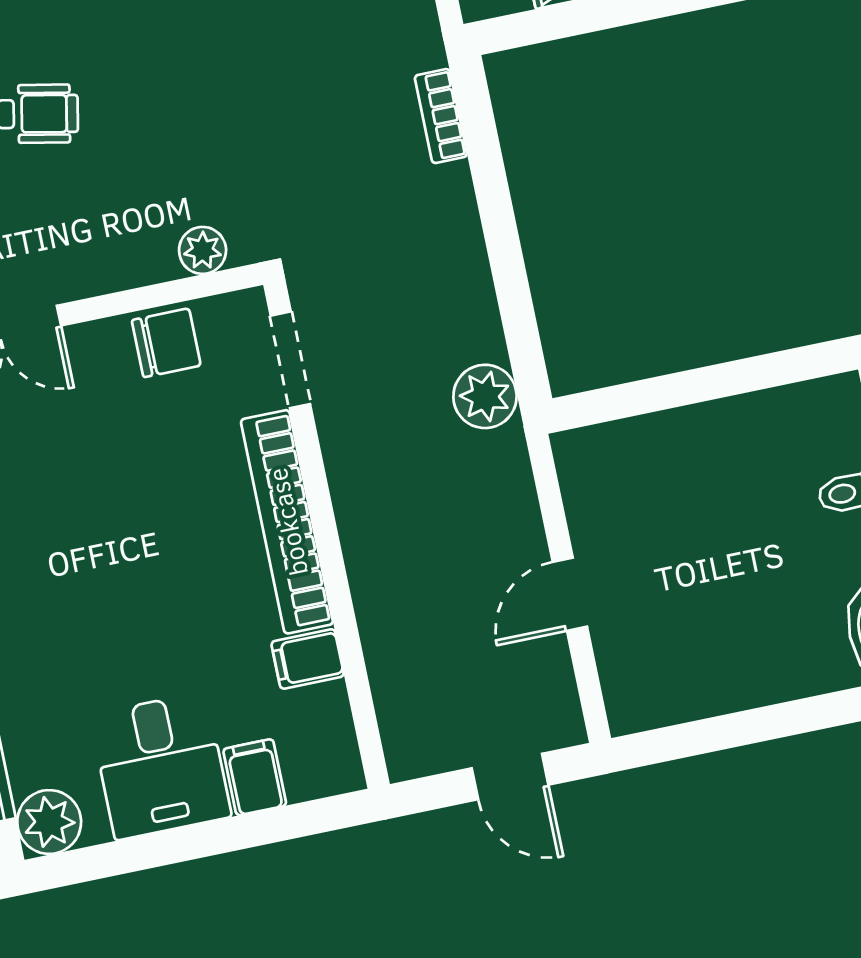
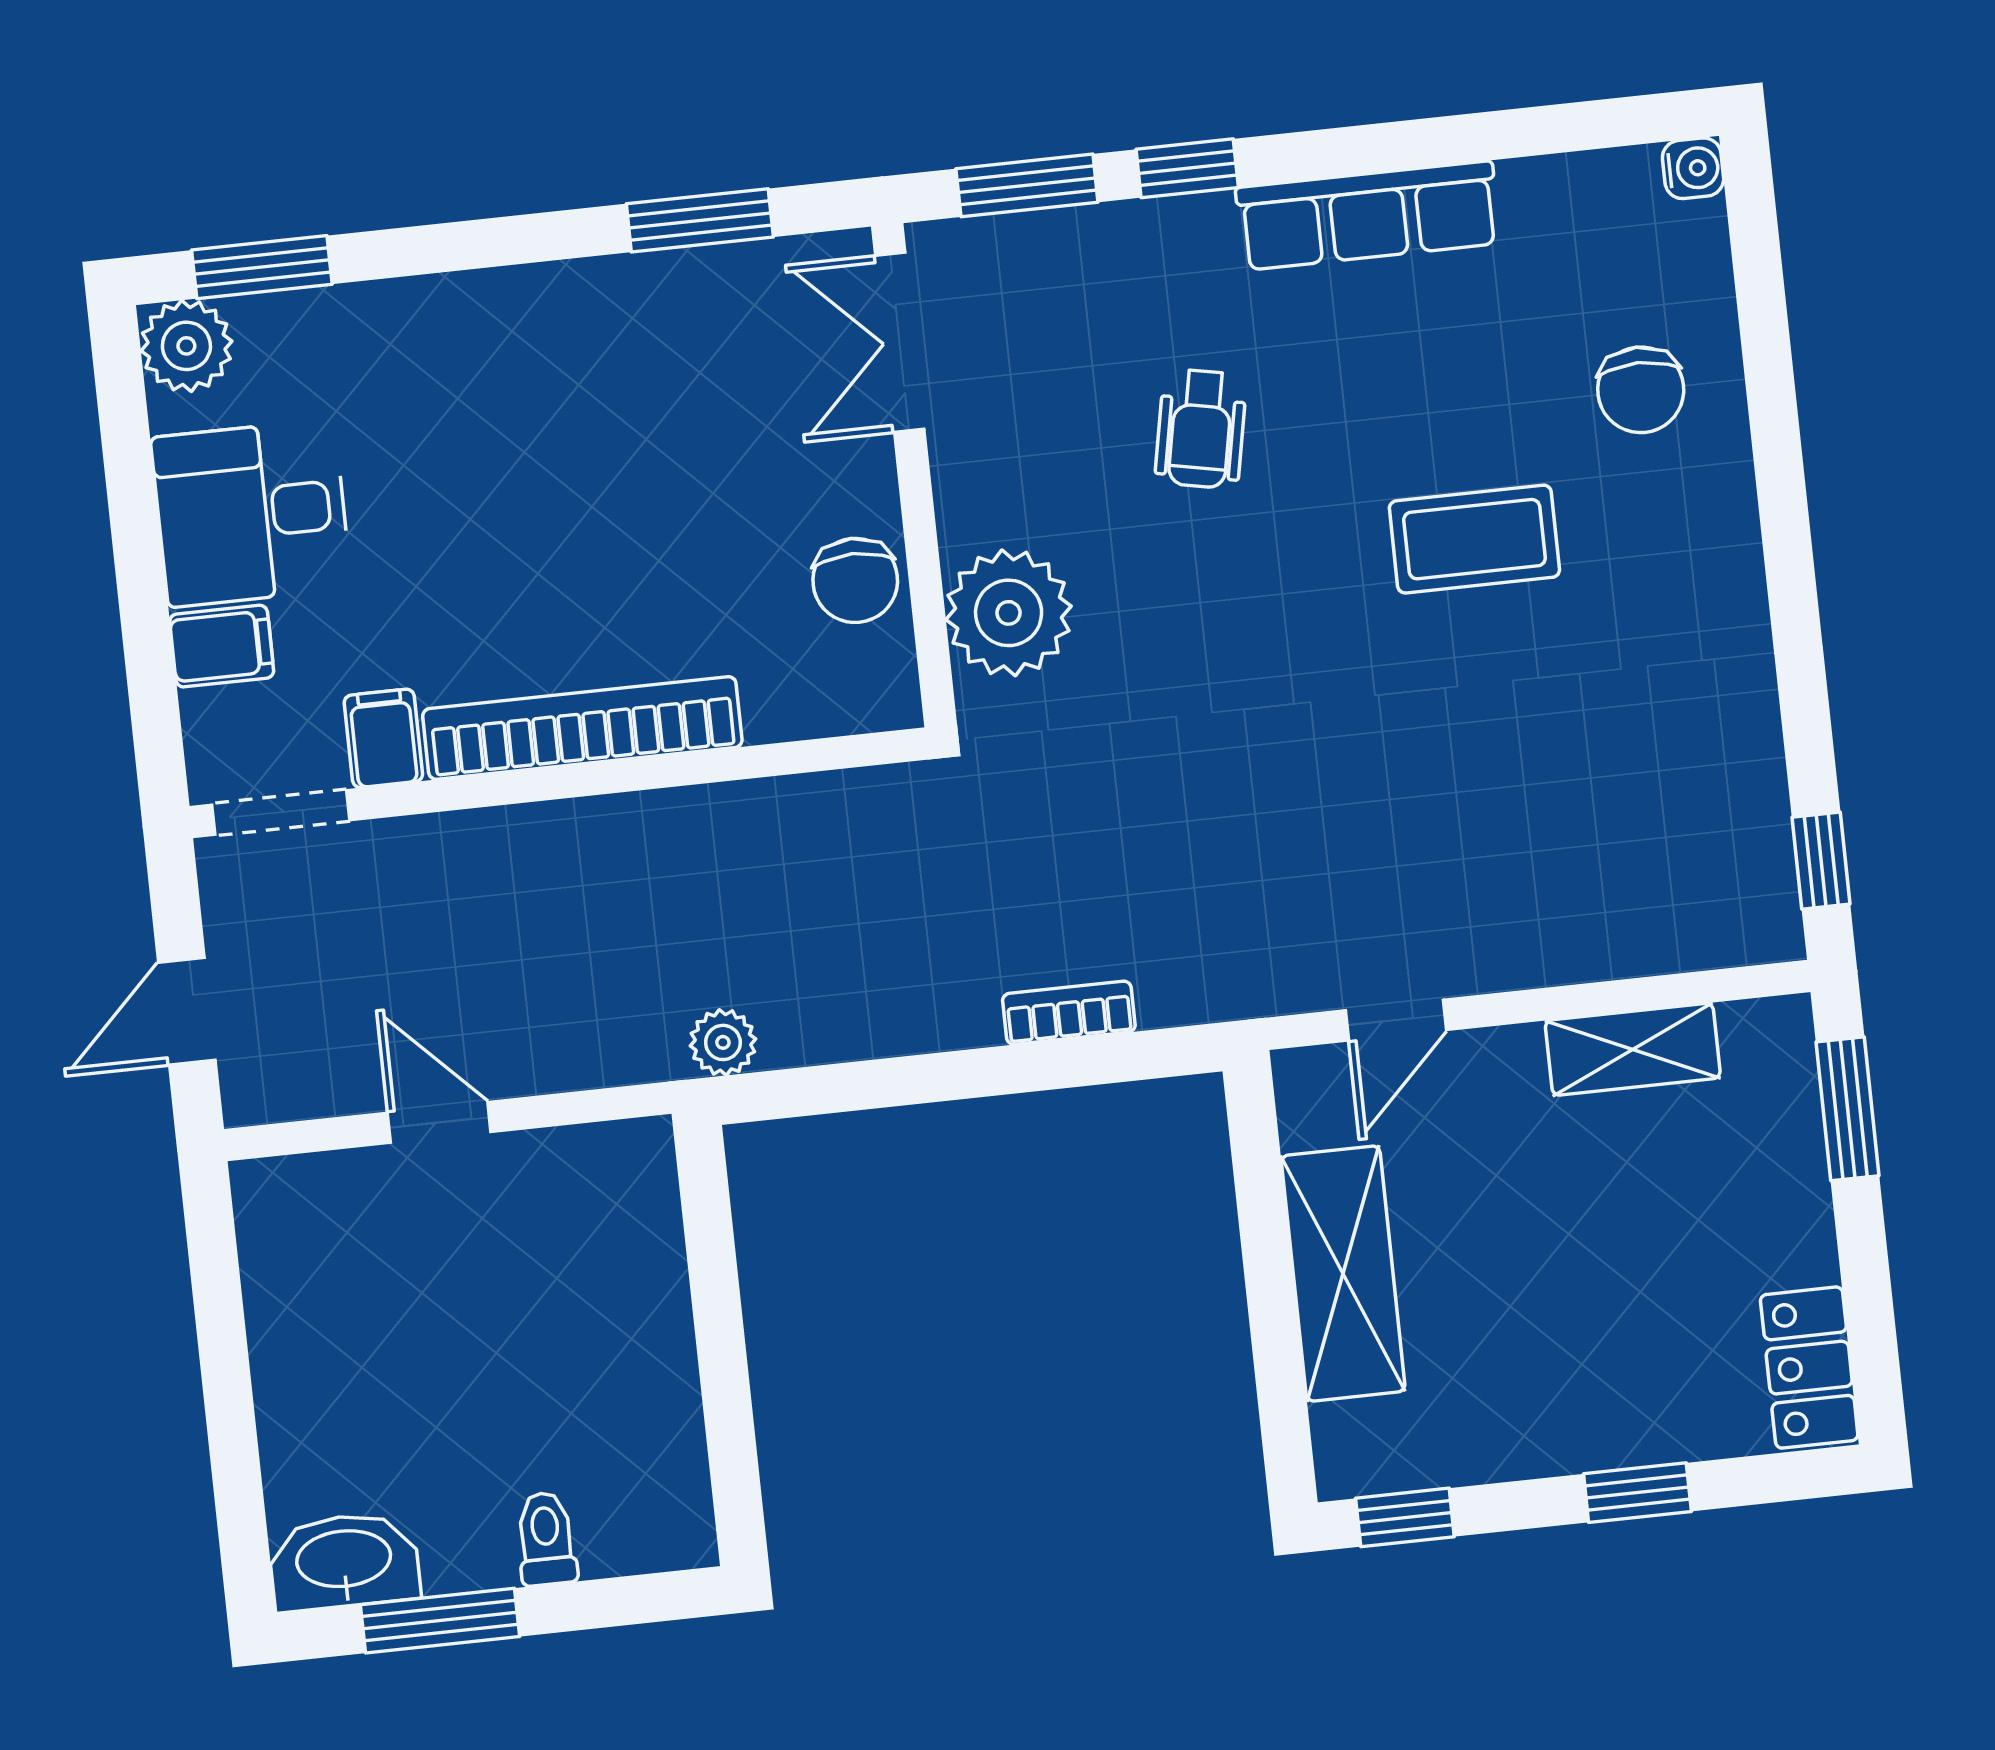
bookcase: (441, 116) -> (1069, 1013), moved
plant: (203, 250) -> (1009, 613), width x1.88, depth x1.88
doorway: (290, 360) -> (281, 813), moved
plant: (485, 396) -> (723, 1042), width x0.73, depth x0.73

